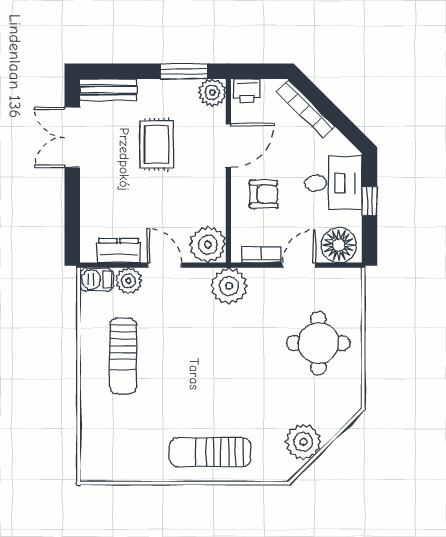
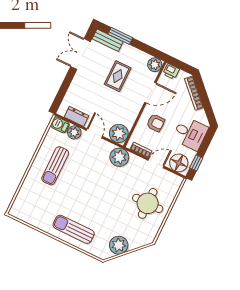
window: (184, 71) -> (120, 36), moved
window: (370, 201) -> (196, 163), moved

